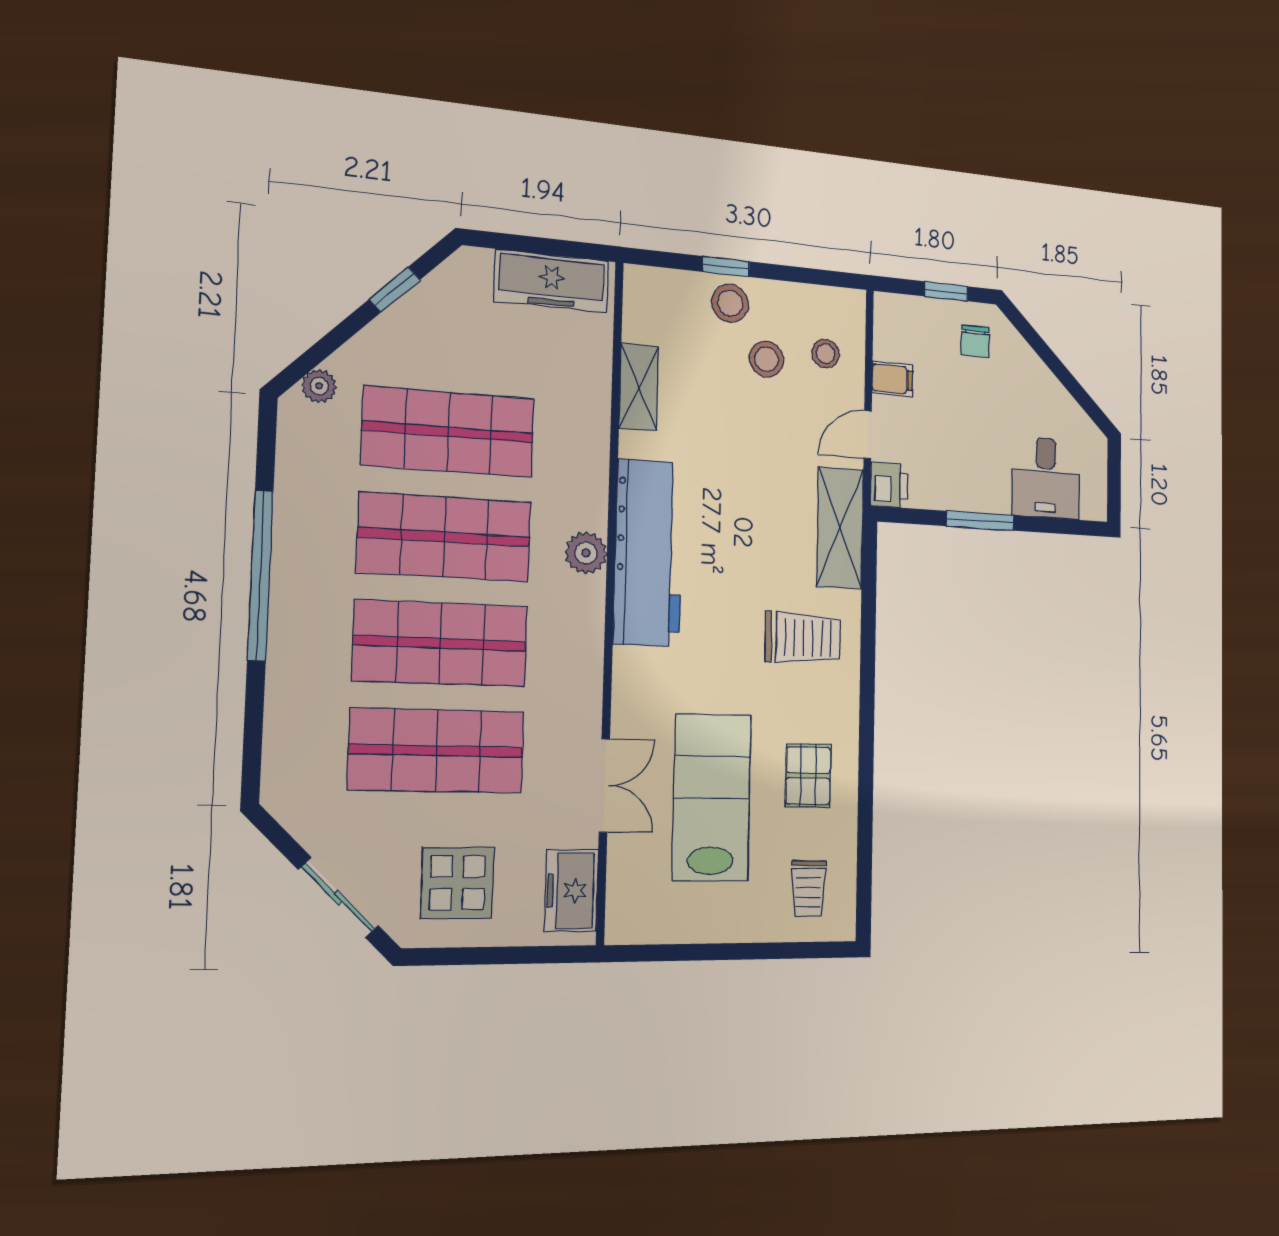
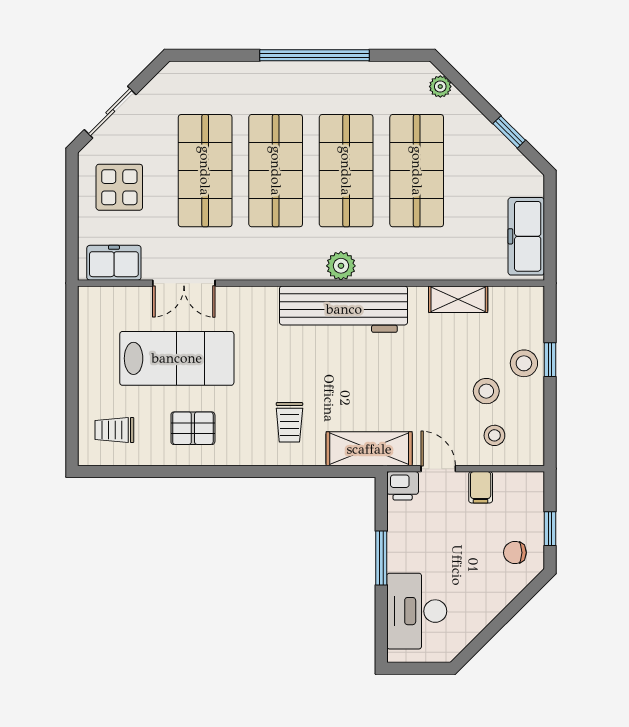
desk: (1046, 478) -> (417, 611), width x1.37
trolley: (803, 638) -> (289, 422), width x0.73, depth x0.72

